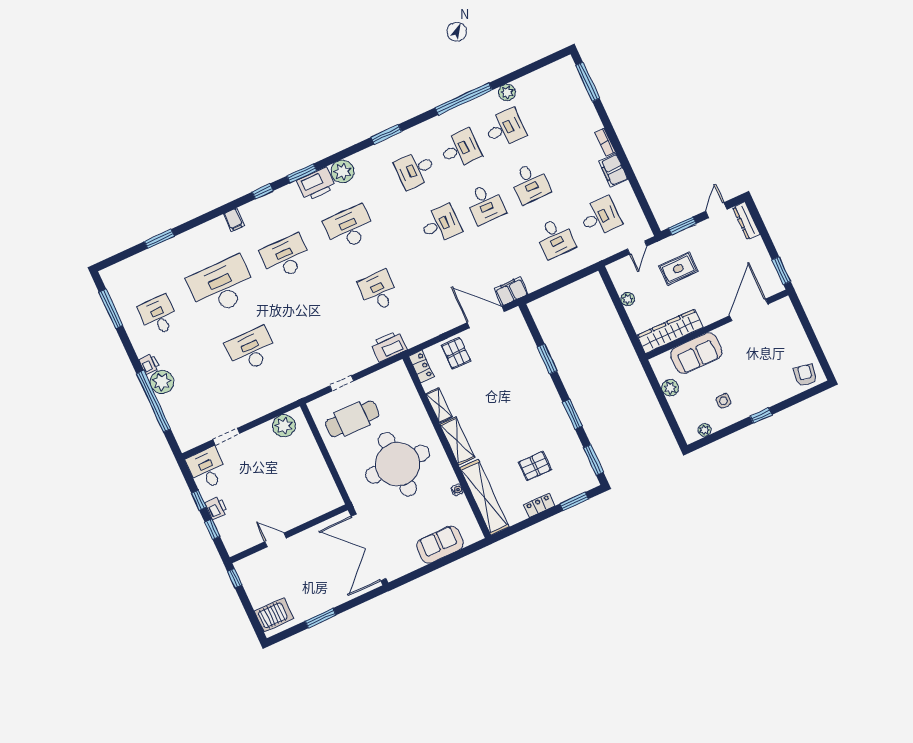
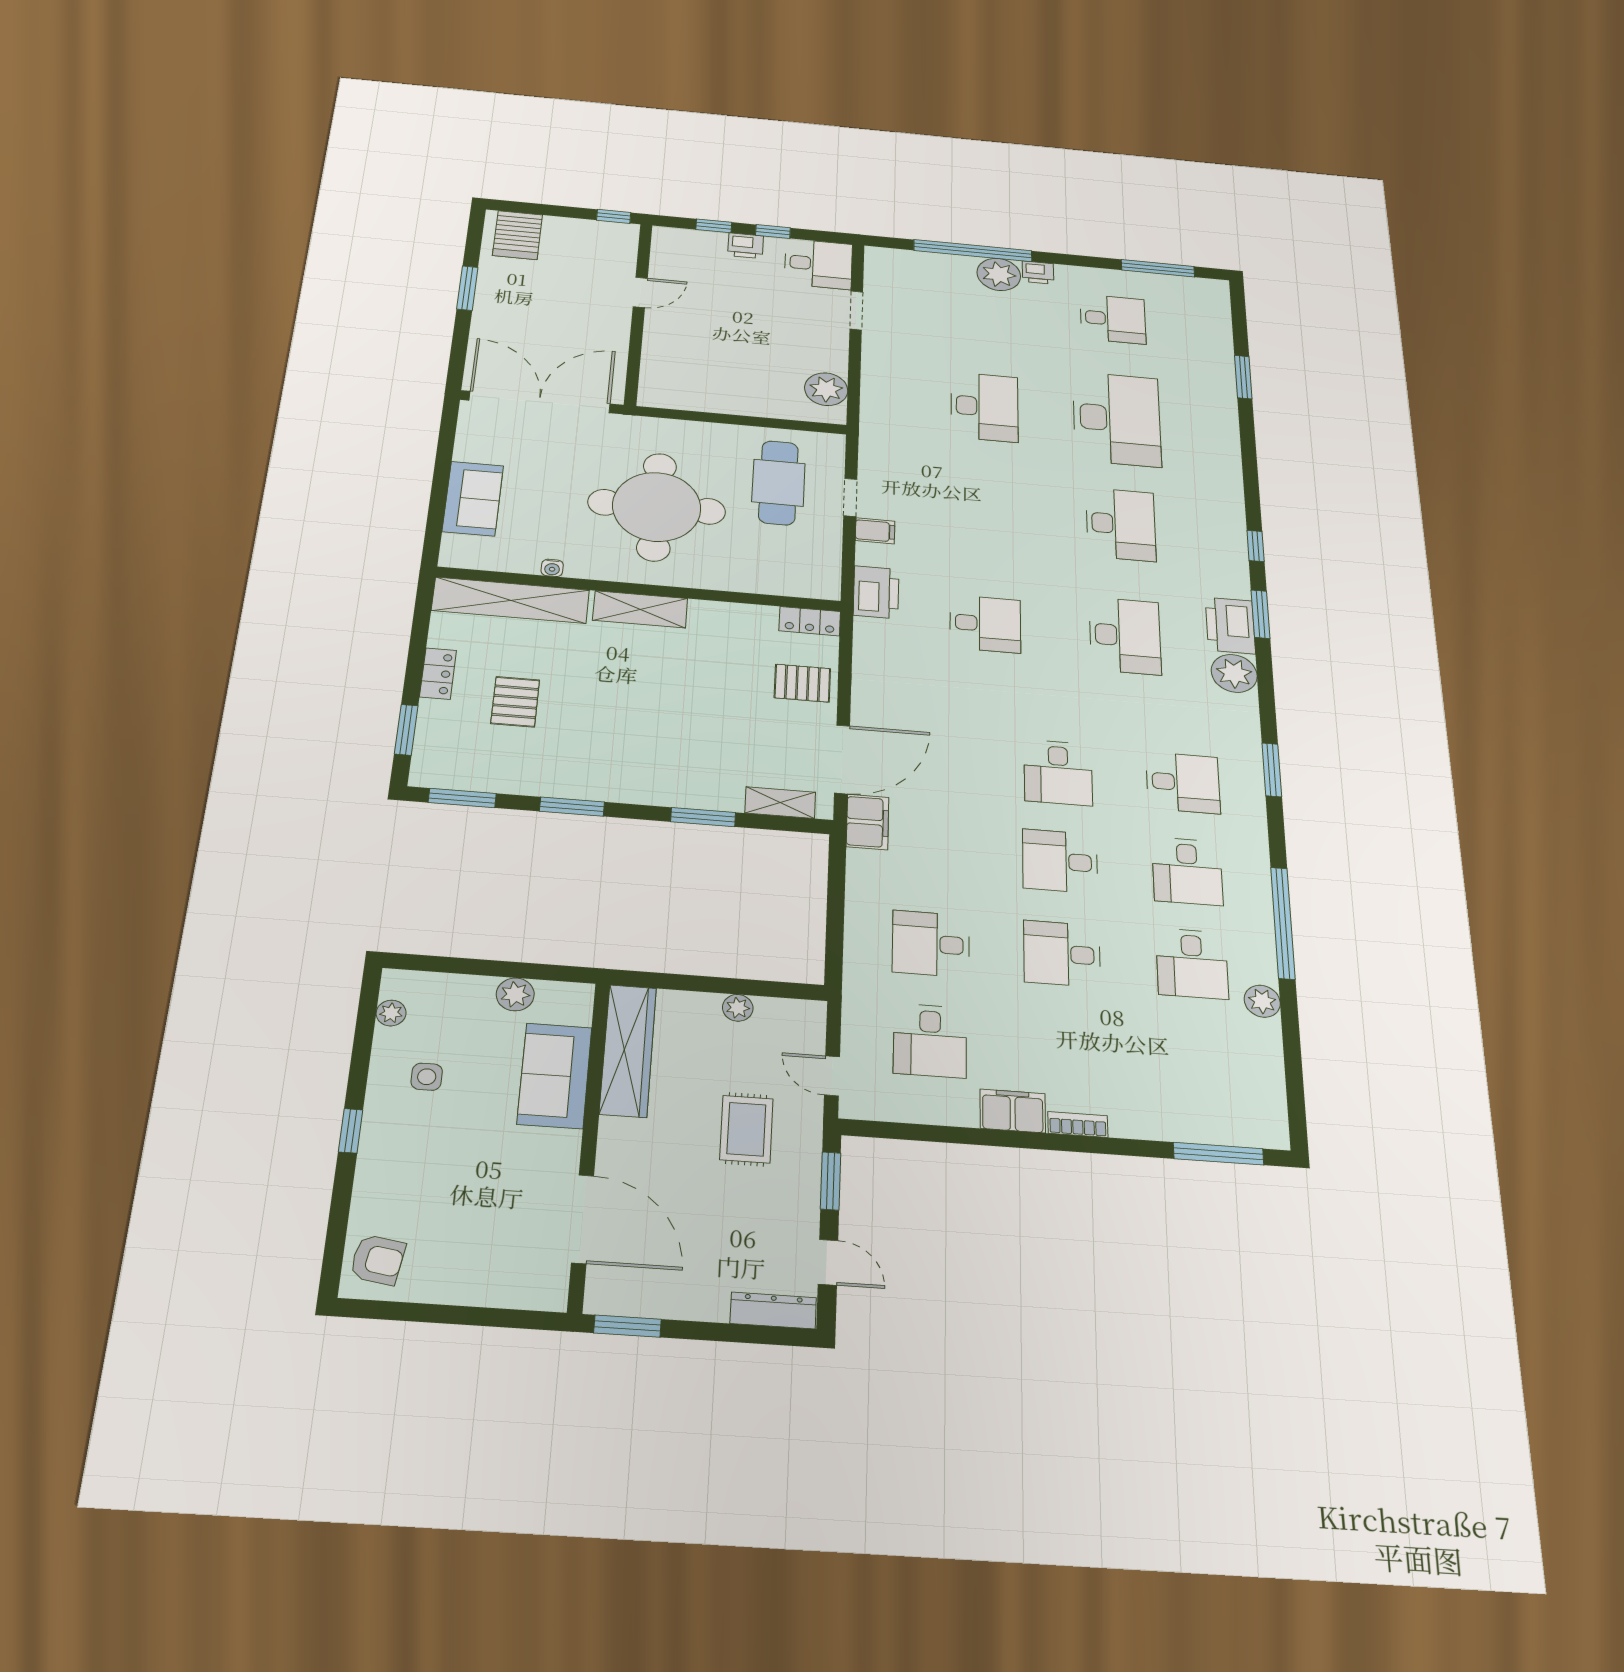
desk: (415, 170) -> (1183, 783), turned 90
filing cabinet: (234, 220) -> (875, 531), moved, turned 180
shelving: (439, 405) -> (780, 803), moved

